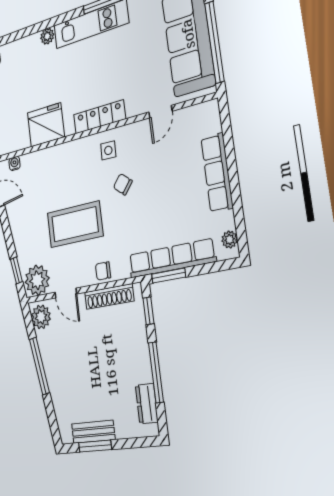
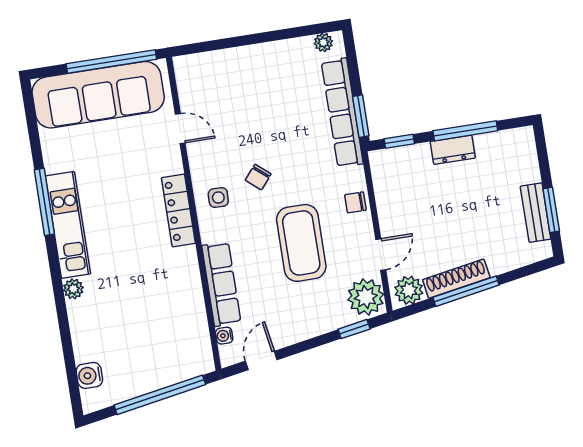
fridge: (46, 125) -> (181, 288), removed
row of seats: (217, 173) -> (221, 284), moved, turned -90
chair: (103, 271) -> (355, 202), turned 90
shoe rack: (109, 297) -> (456, 279), moved, turned -100
dresser: (147, 404) -> (453, 150), moved

